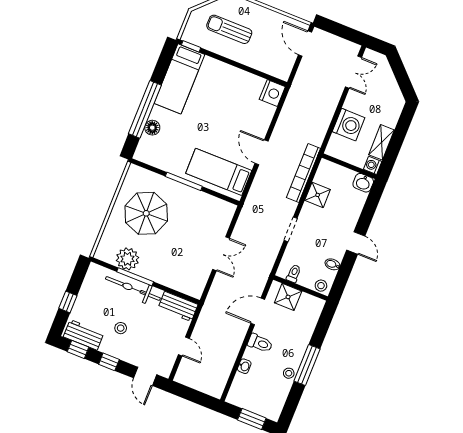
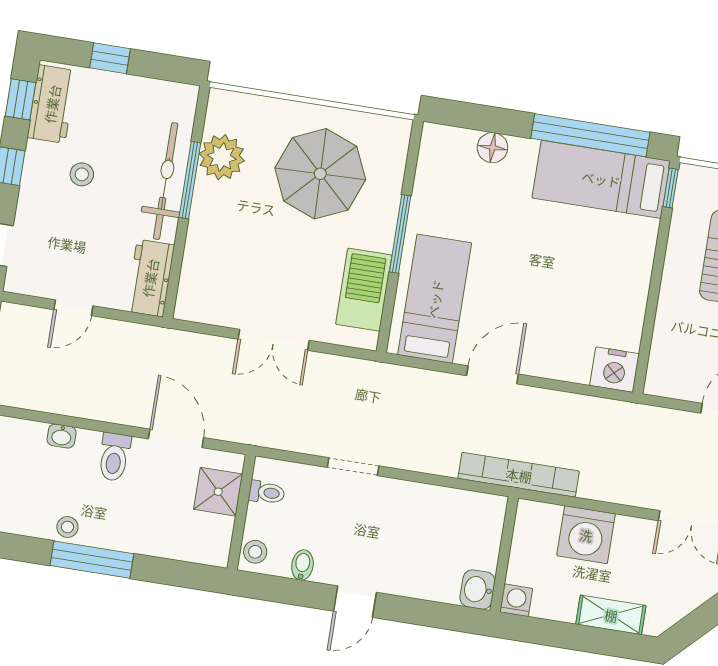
window: (145, 109) -> (590, 135), moved
shelving: (382, 142) -> (611, 615), moved
bookcase: (303, 173) -> (519, 475), moved
shower: (318, 195) -> (433, 505), removed
barbecue: (207, 205) -> (364, 290), added

